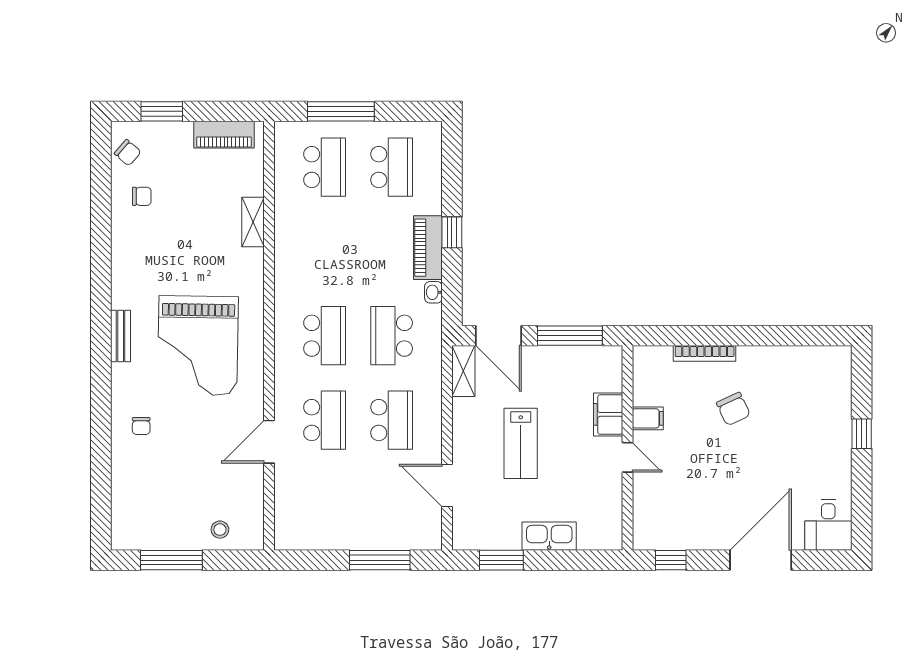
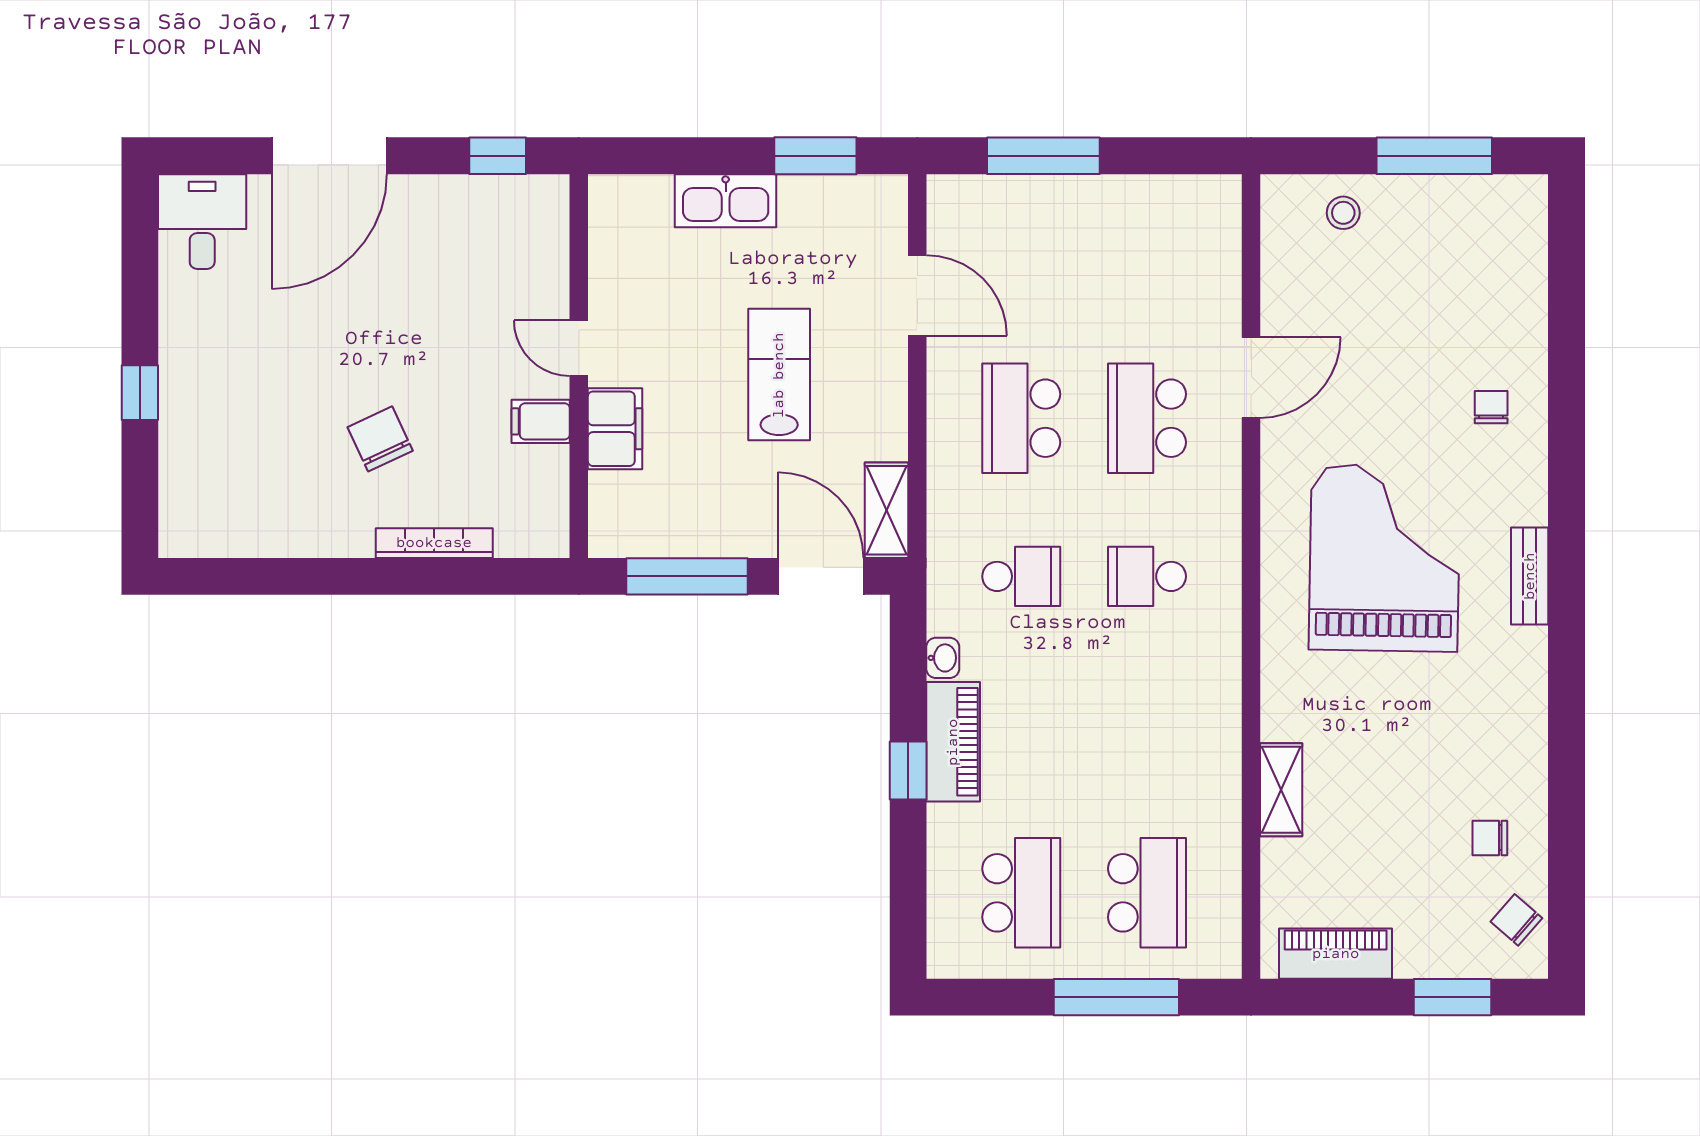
school desk: (325, 167) -> (1147, 893), turned 180
school desk: (392, 167) -> (1021, 893), turned 180
school desk: (325, 336) -> (1147, 576), width x0.54
school desk: (392, 336) -> (1021, 576), width x0.54

